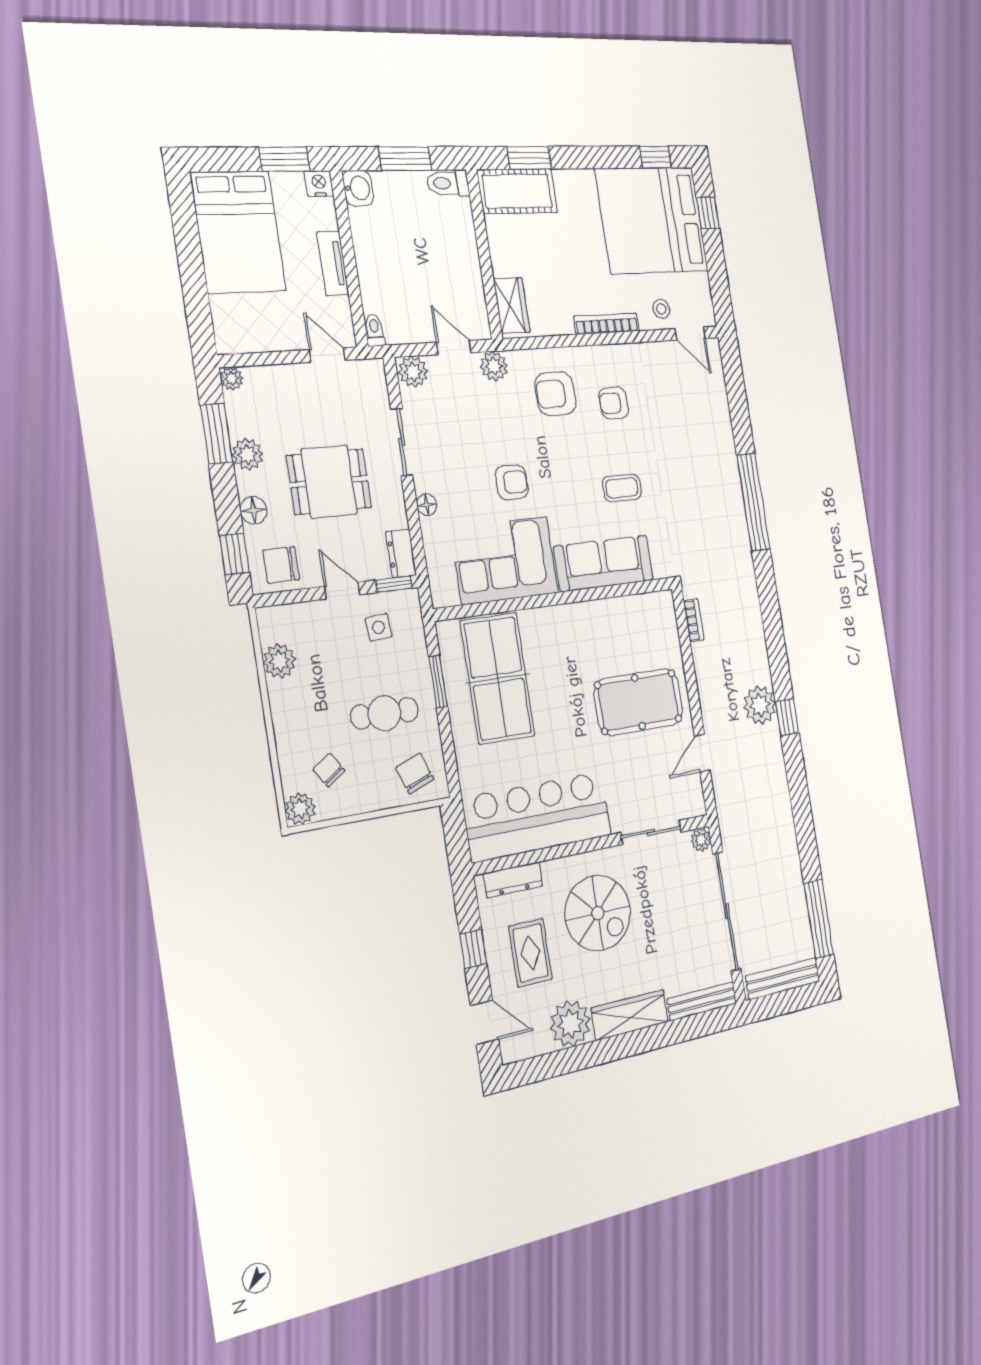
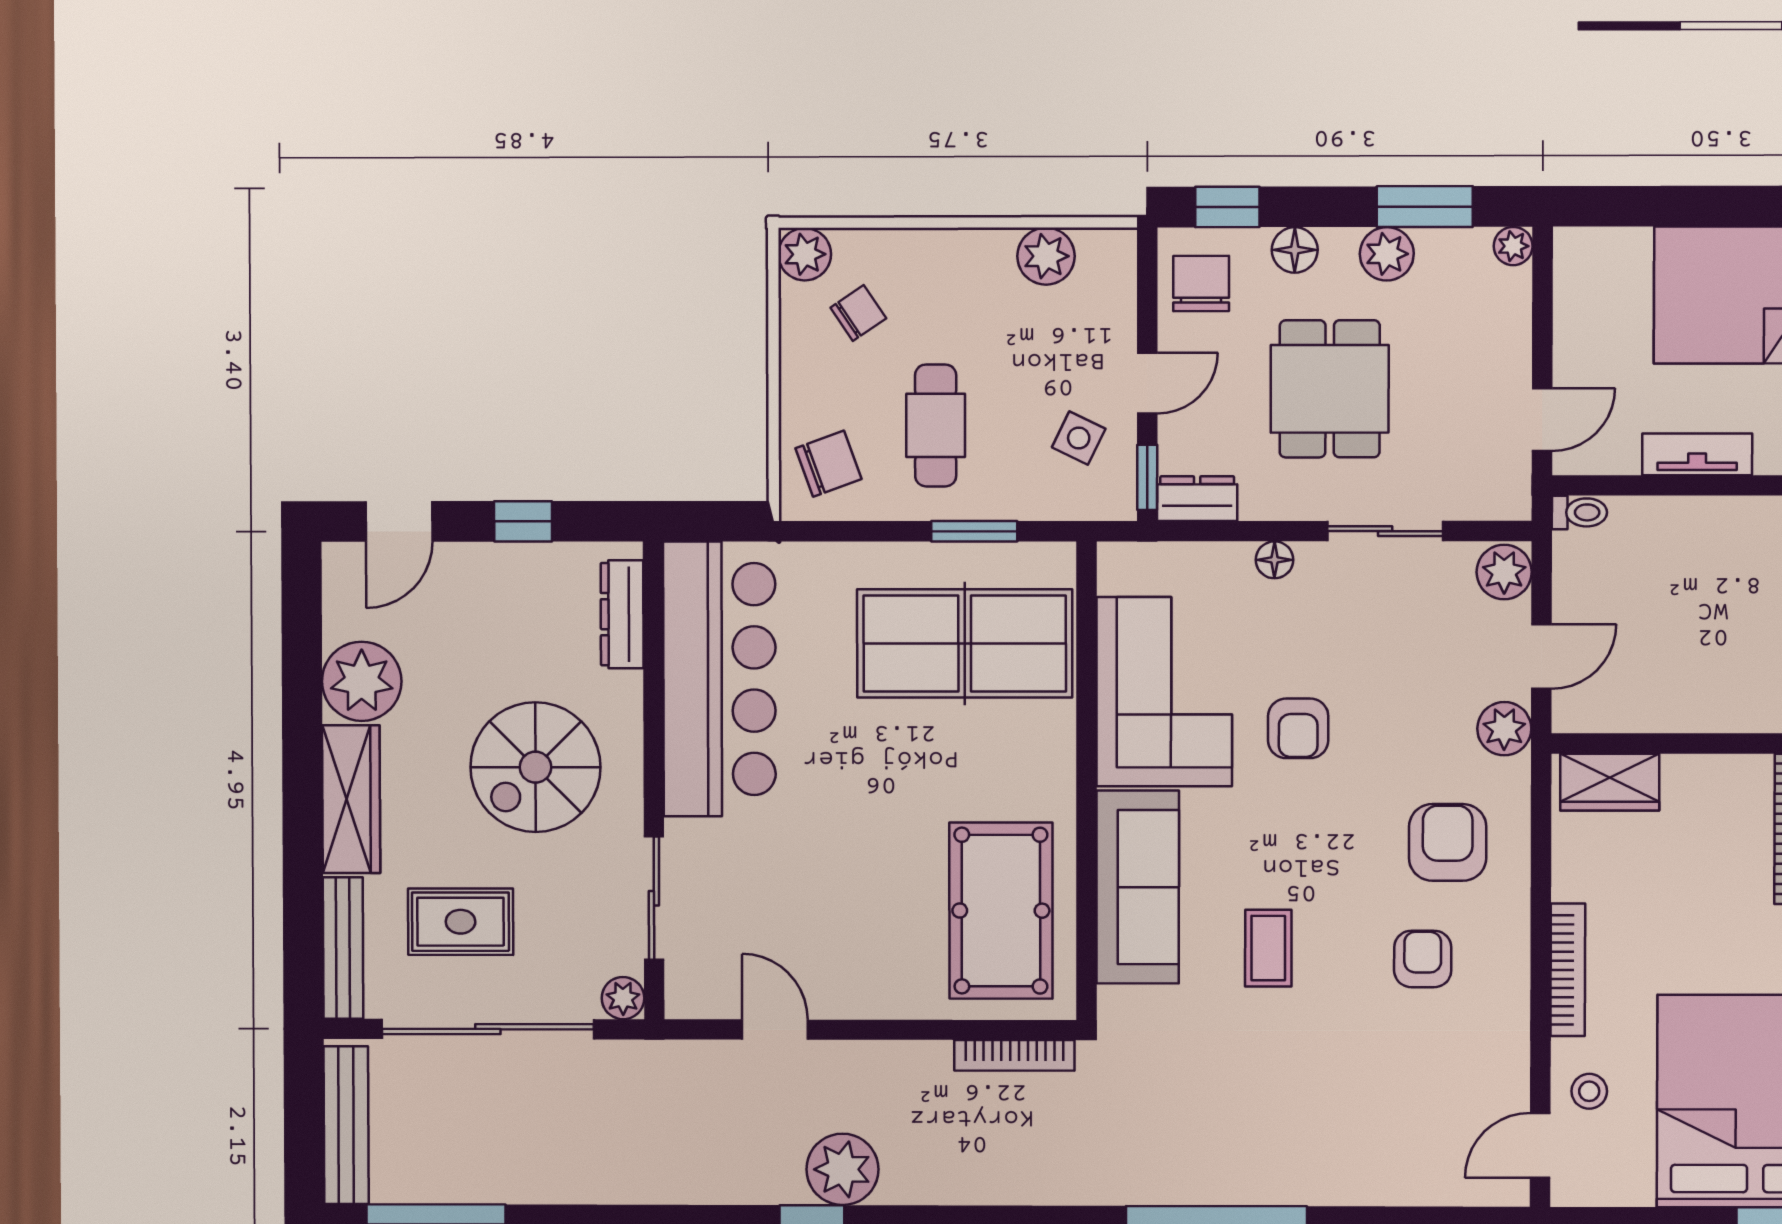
bookcase: (694, 620) -> (1014, 1055), width x1.56
side table: (379, 627) -> (1079, 438), turned 31
pool table: (638, 702) -> (1001, 911), moved
rug: (530, 953) -> (461, 922), moved

